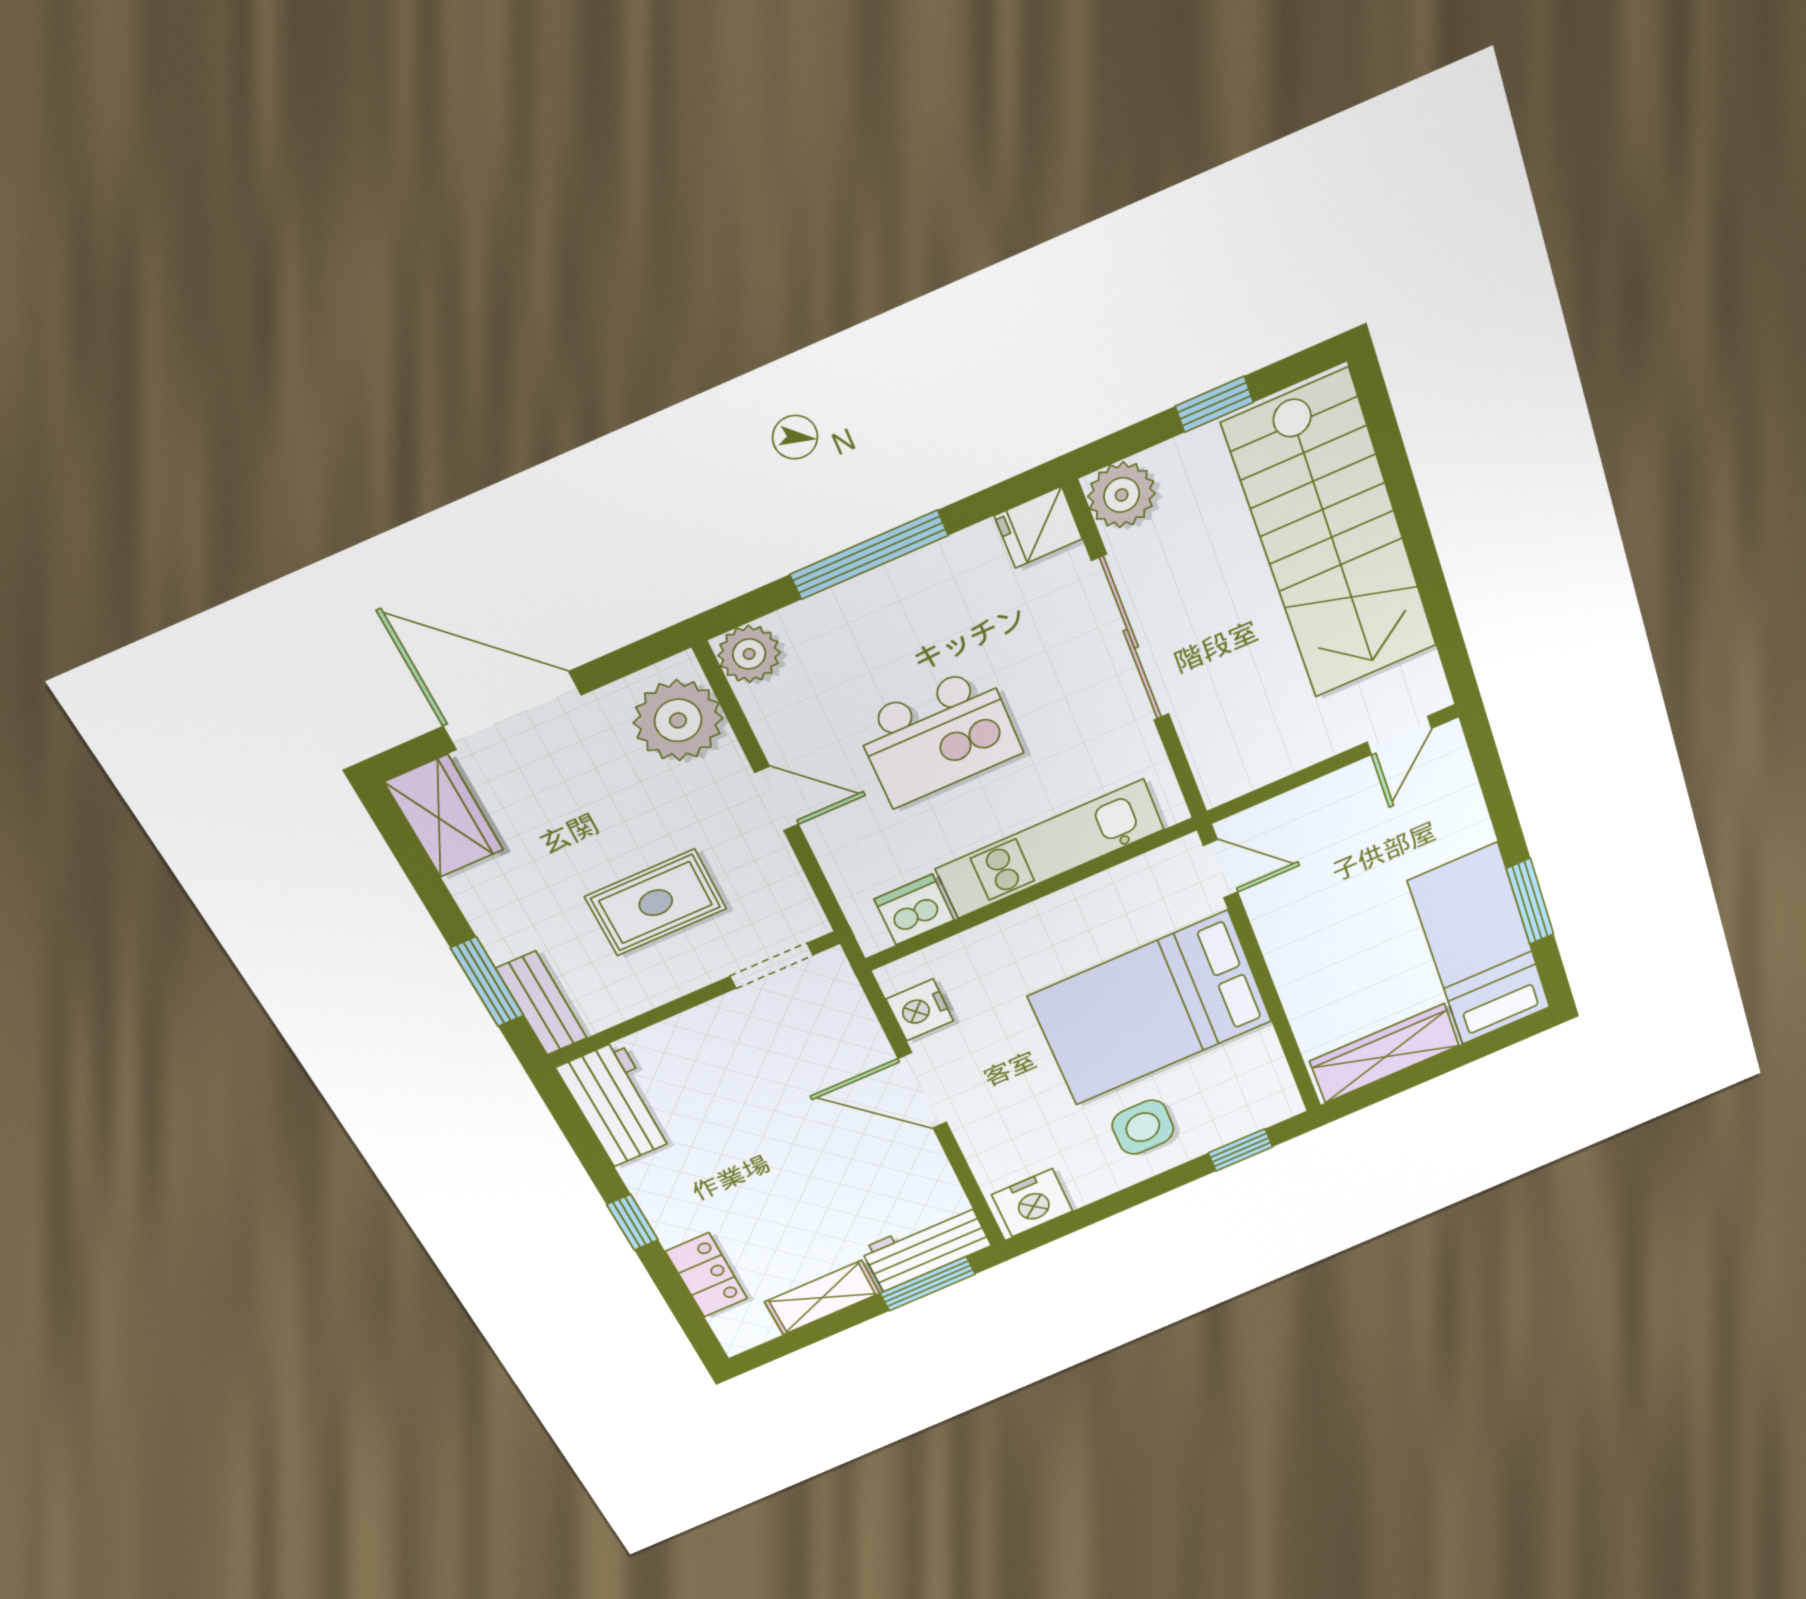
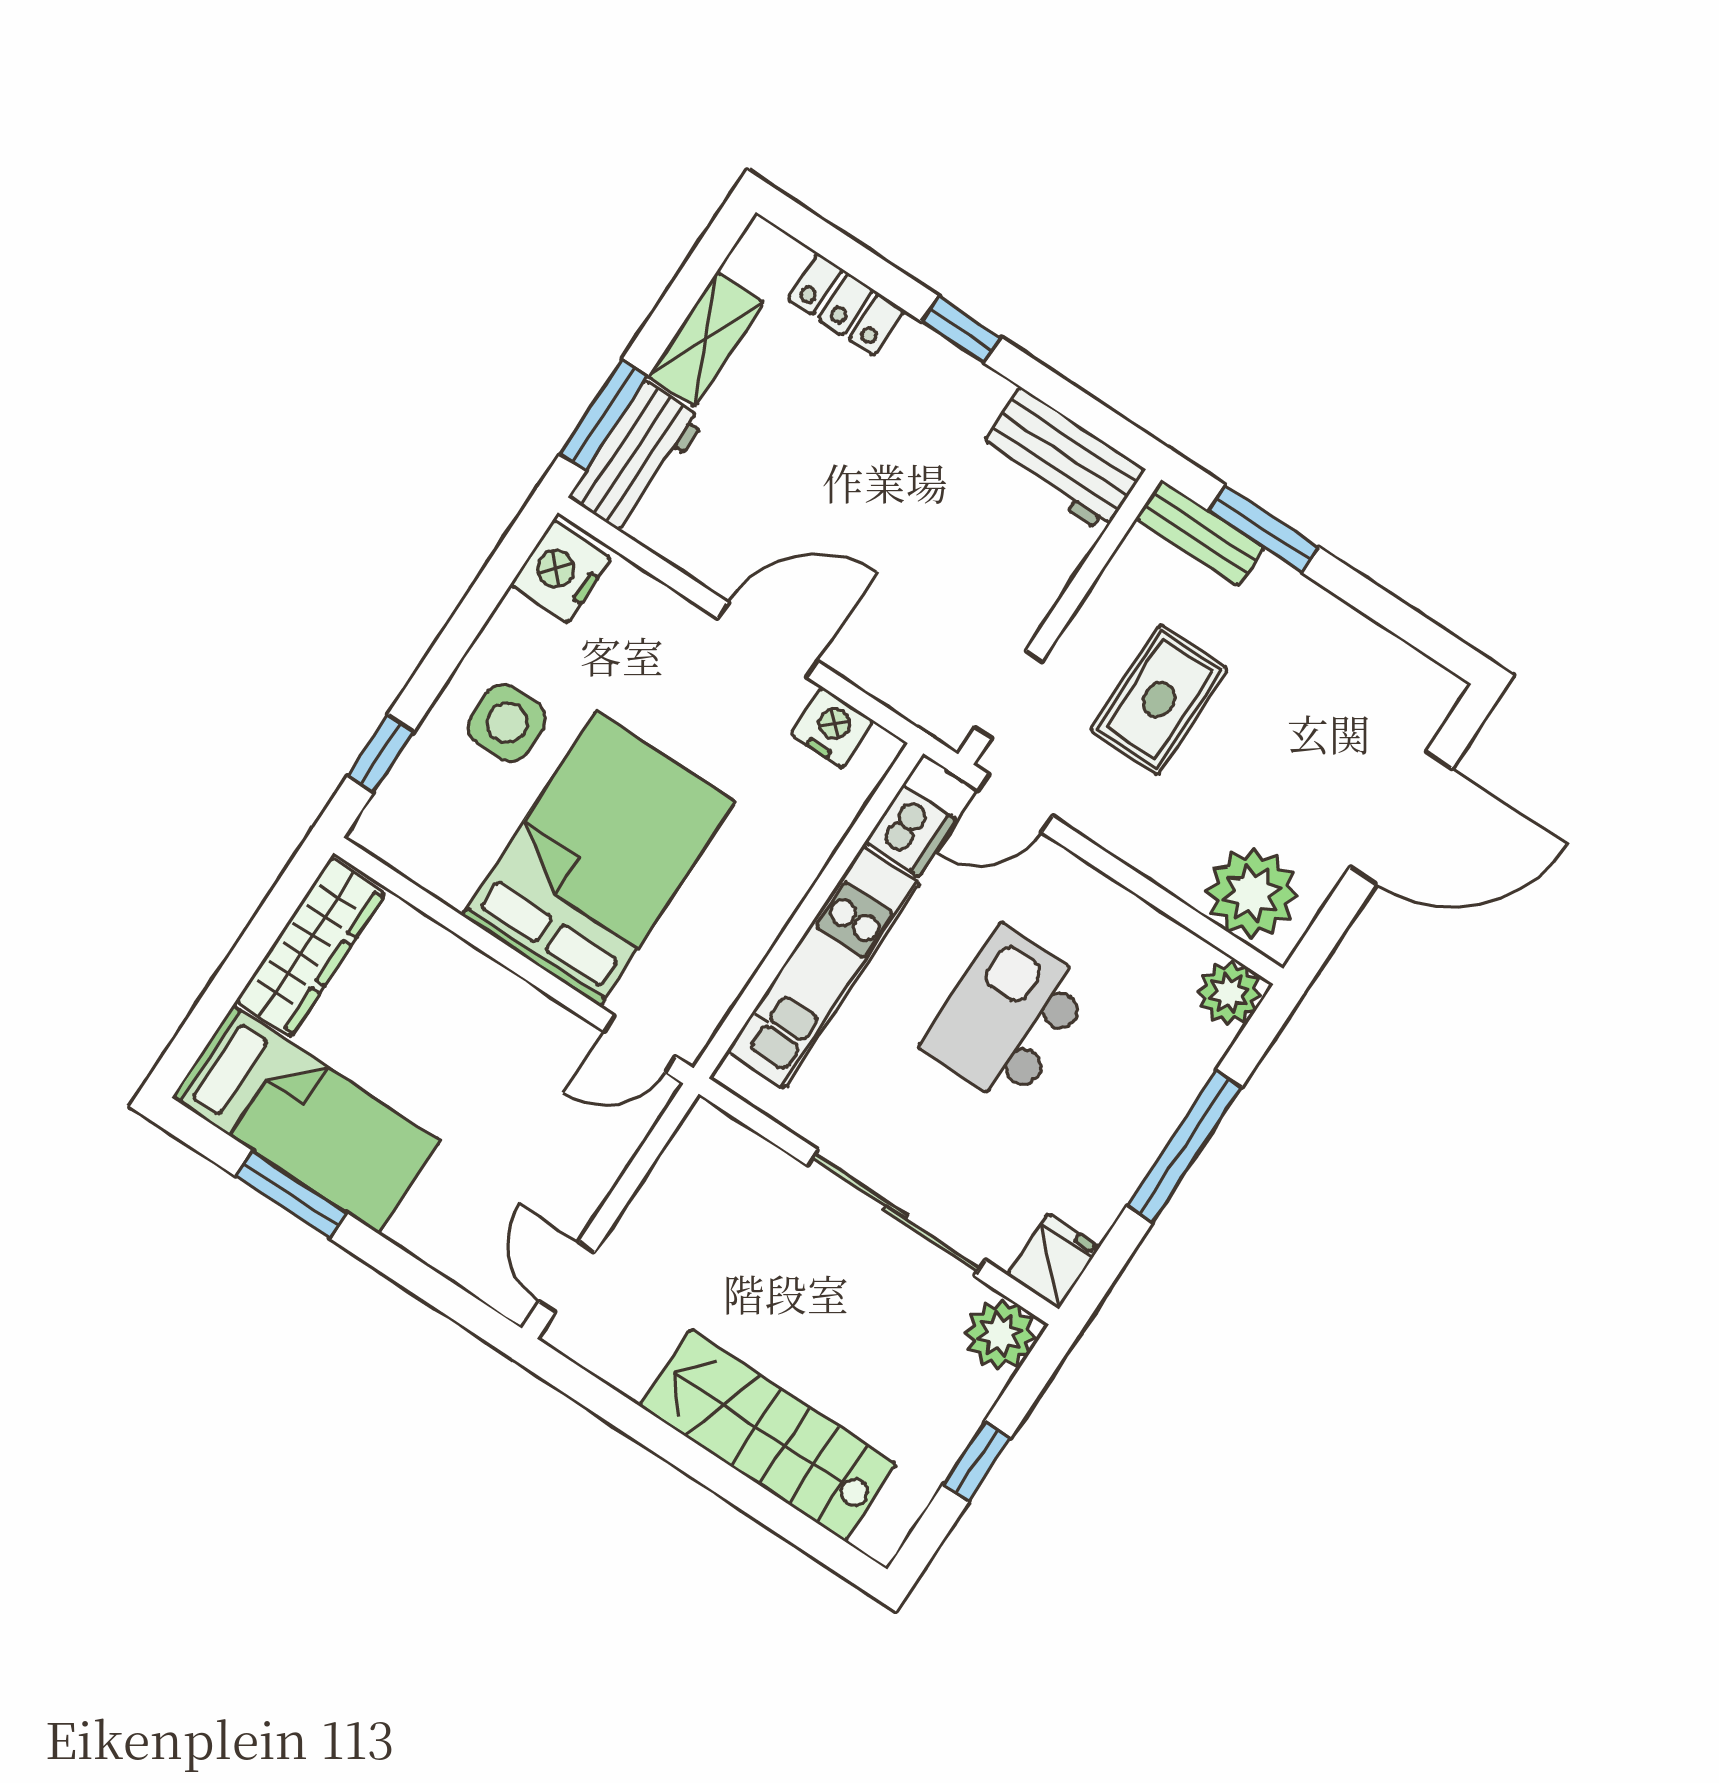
stairs: (1332, 537) -> (768, 1435), width x0.73, depth x0.66
door: (777, 799) -> (1015, 803), moved
wardrobe: (444, 816) -> (1400, 680), removed

